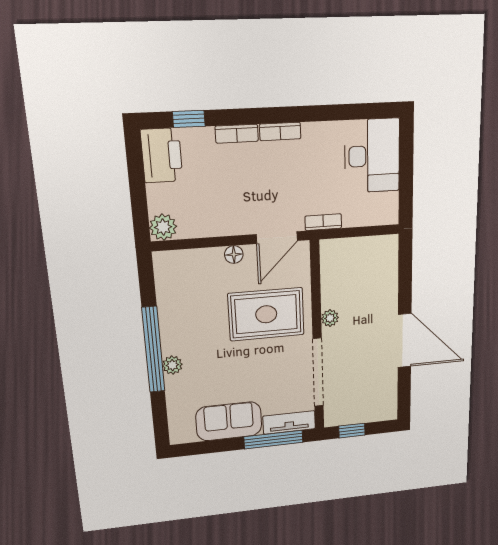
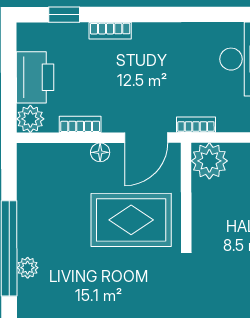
bookcase: (280, 131) -> (80, 124), moved, turned 180
printer: (162, 155) -> (35, 77), moved
plant: (330, 318) -> (209, 161), moved, width x1.88, depth x1.88

